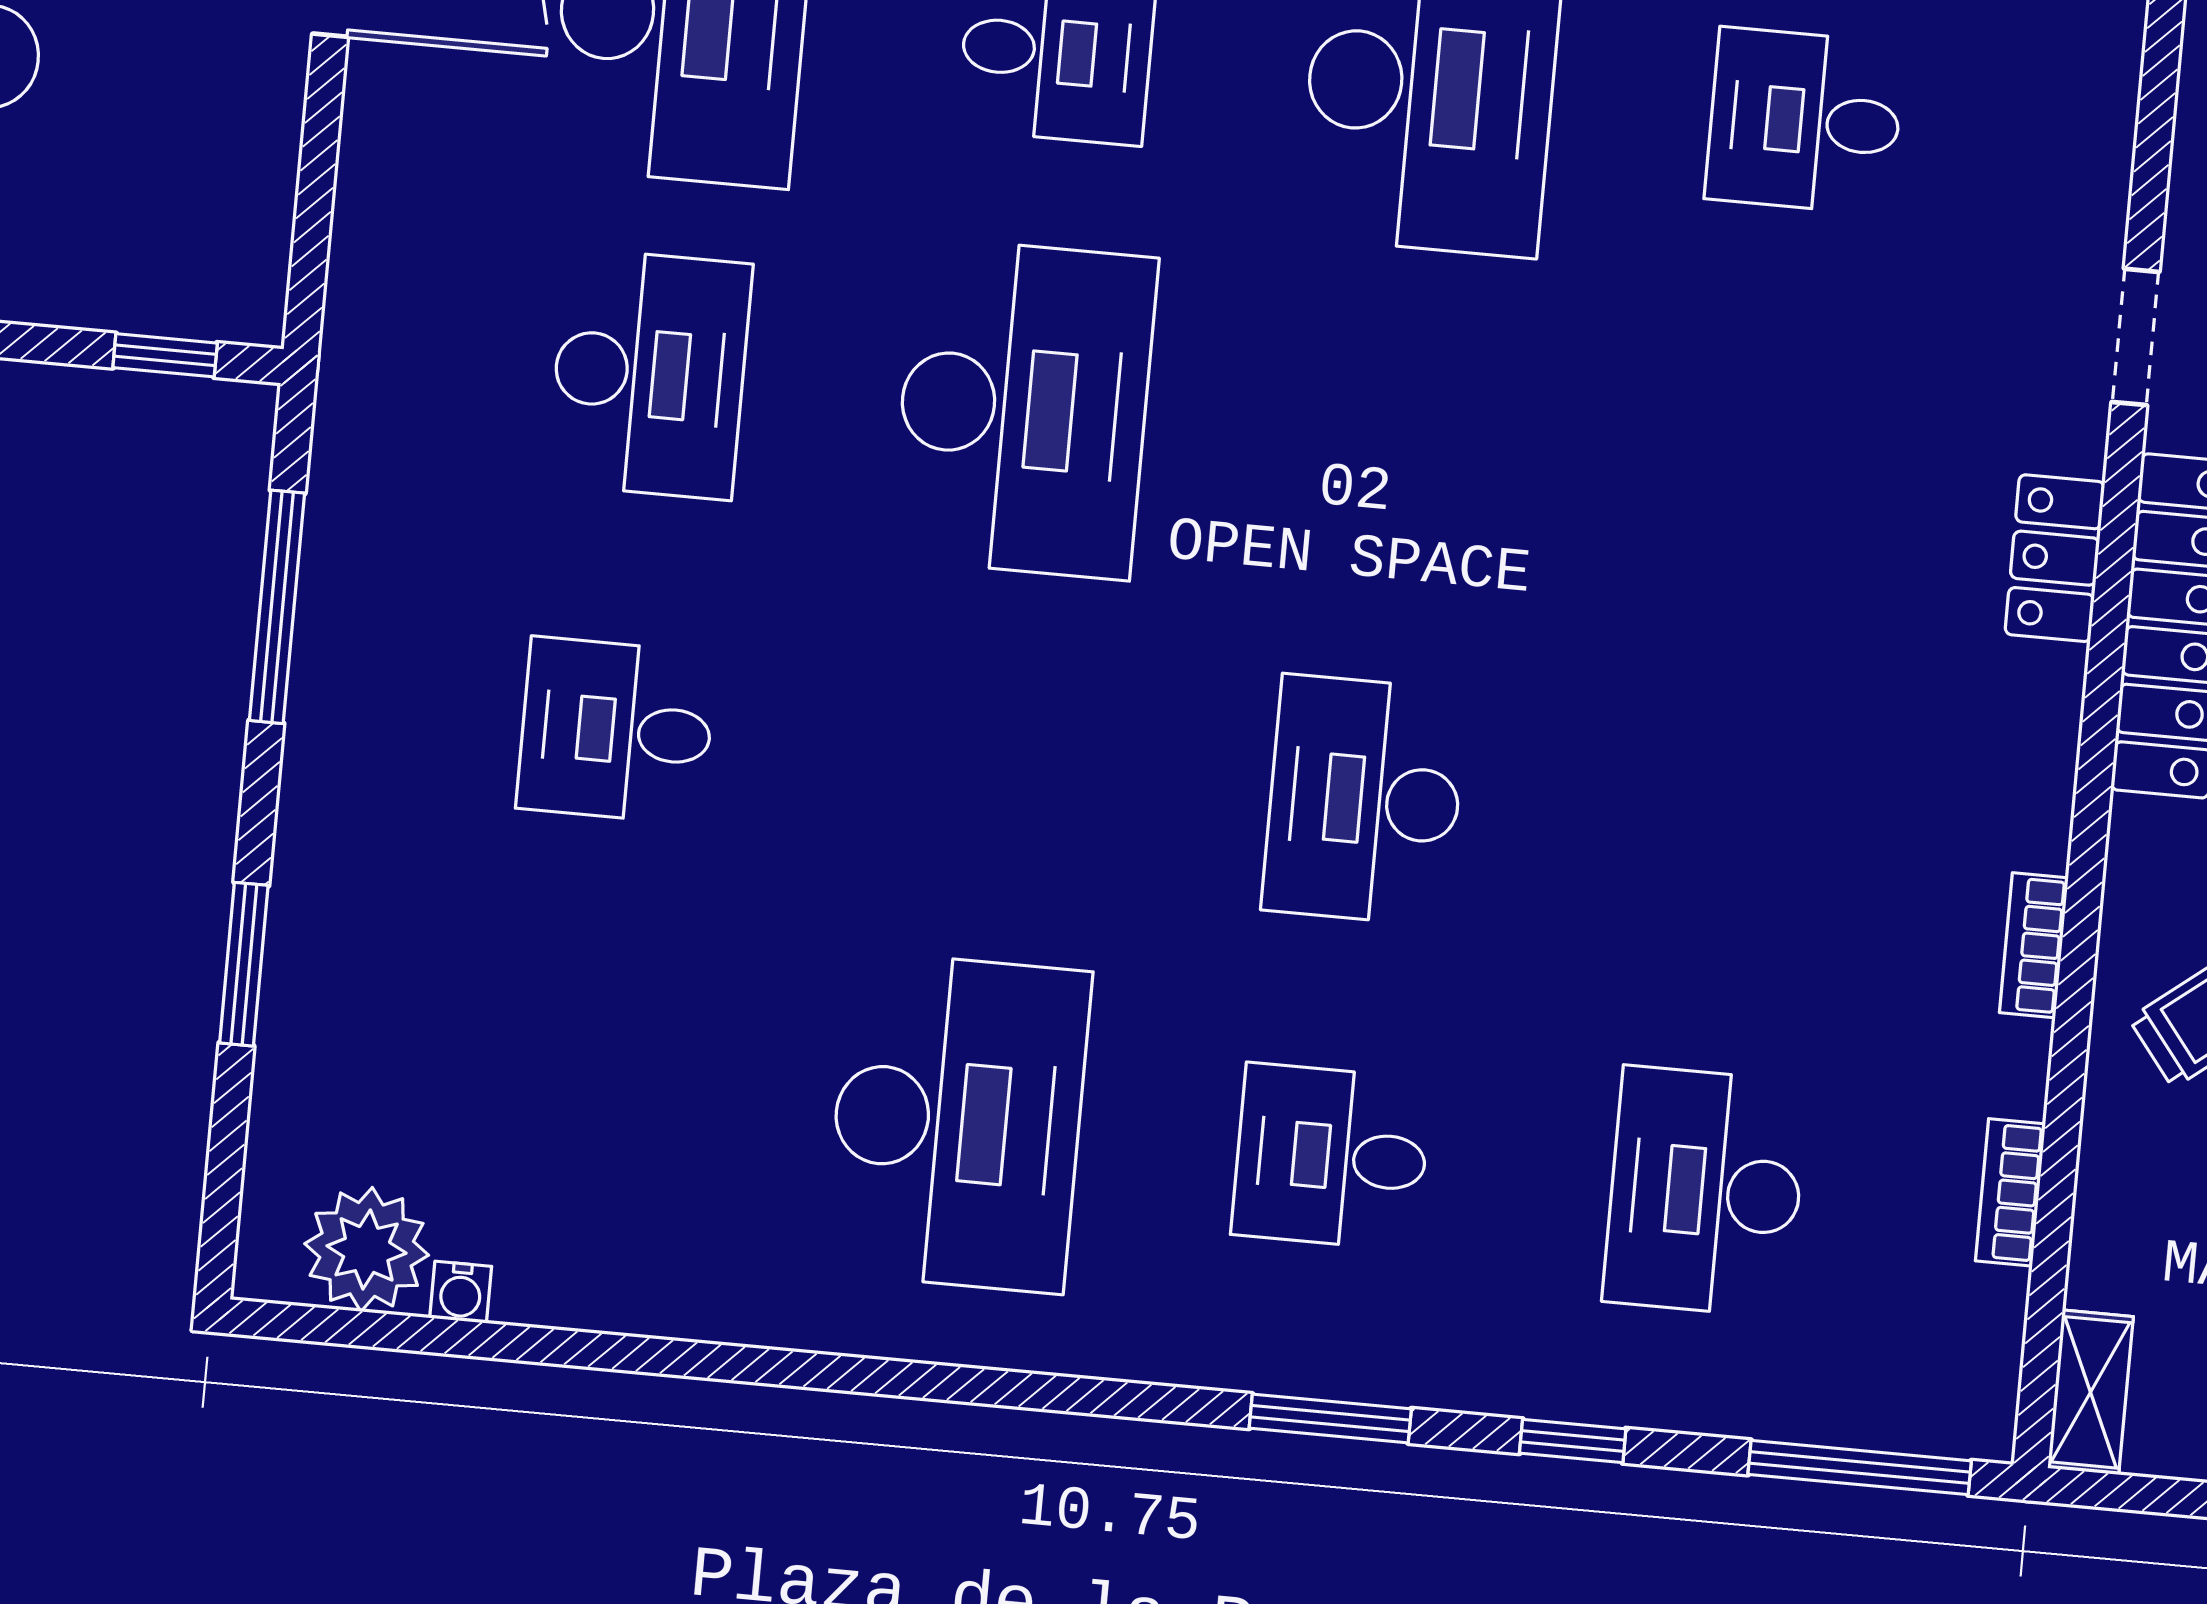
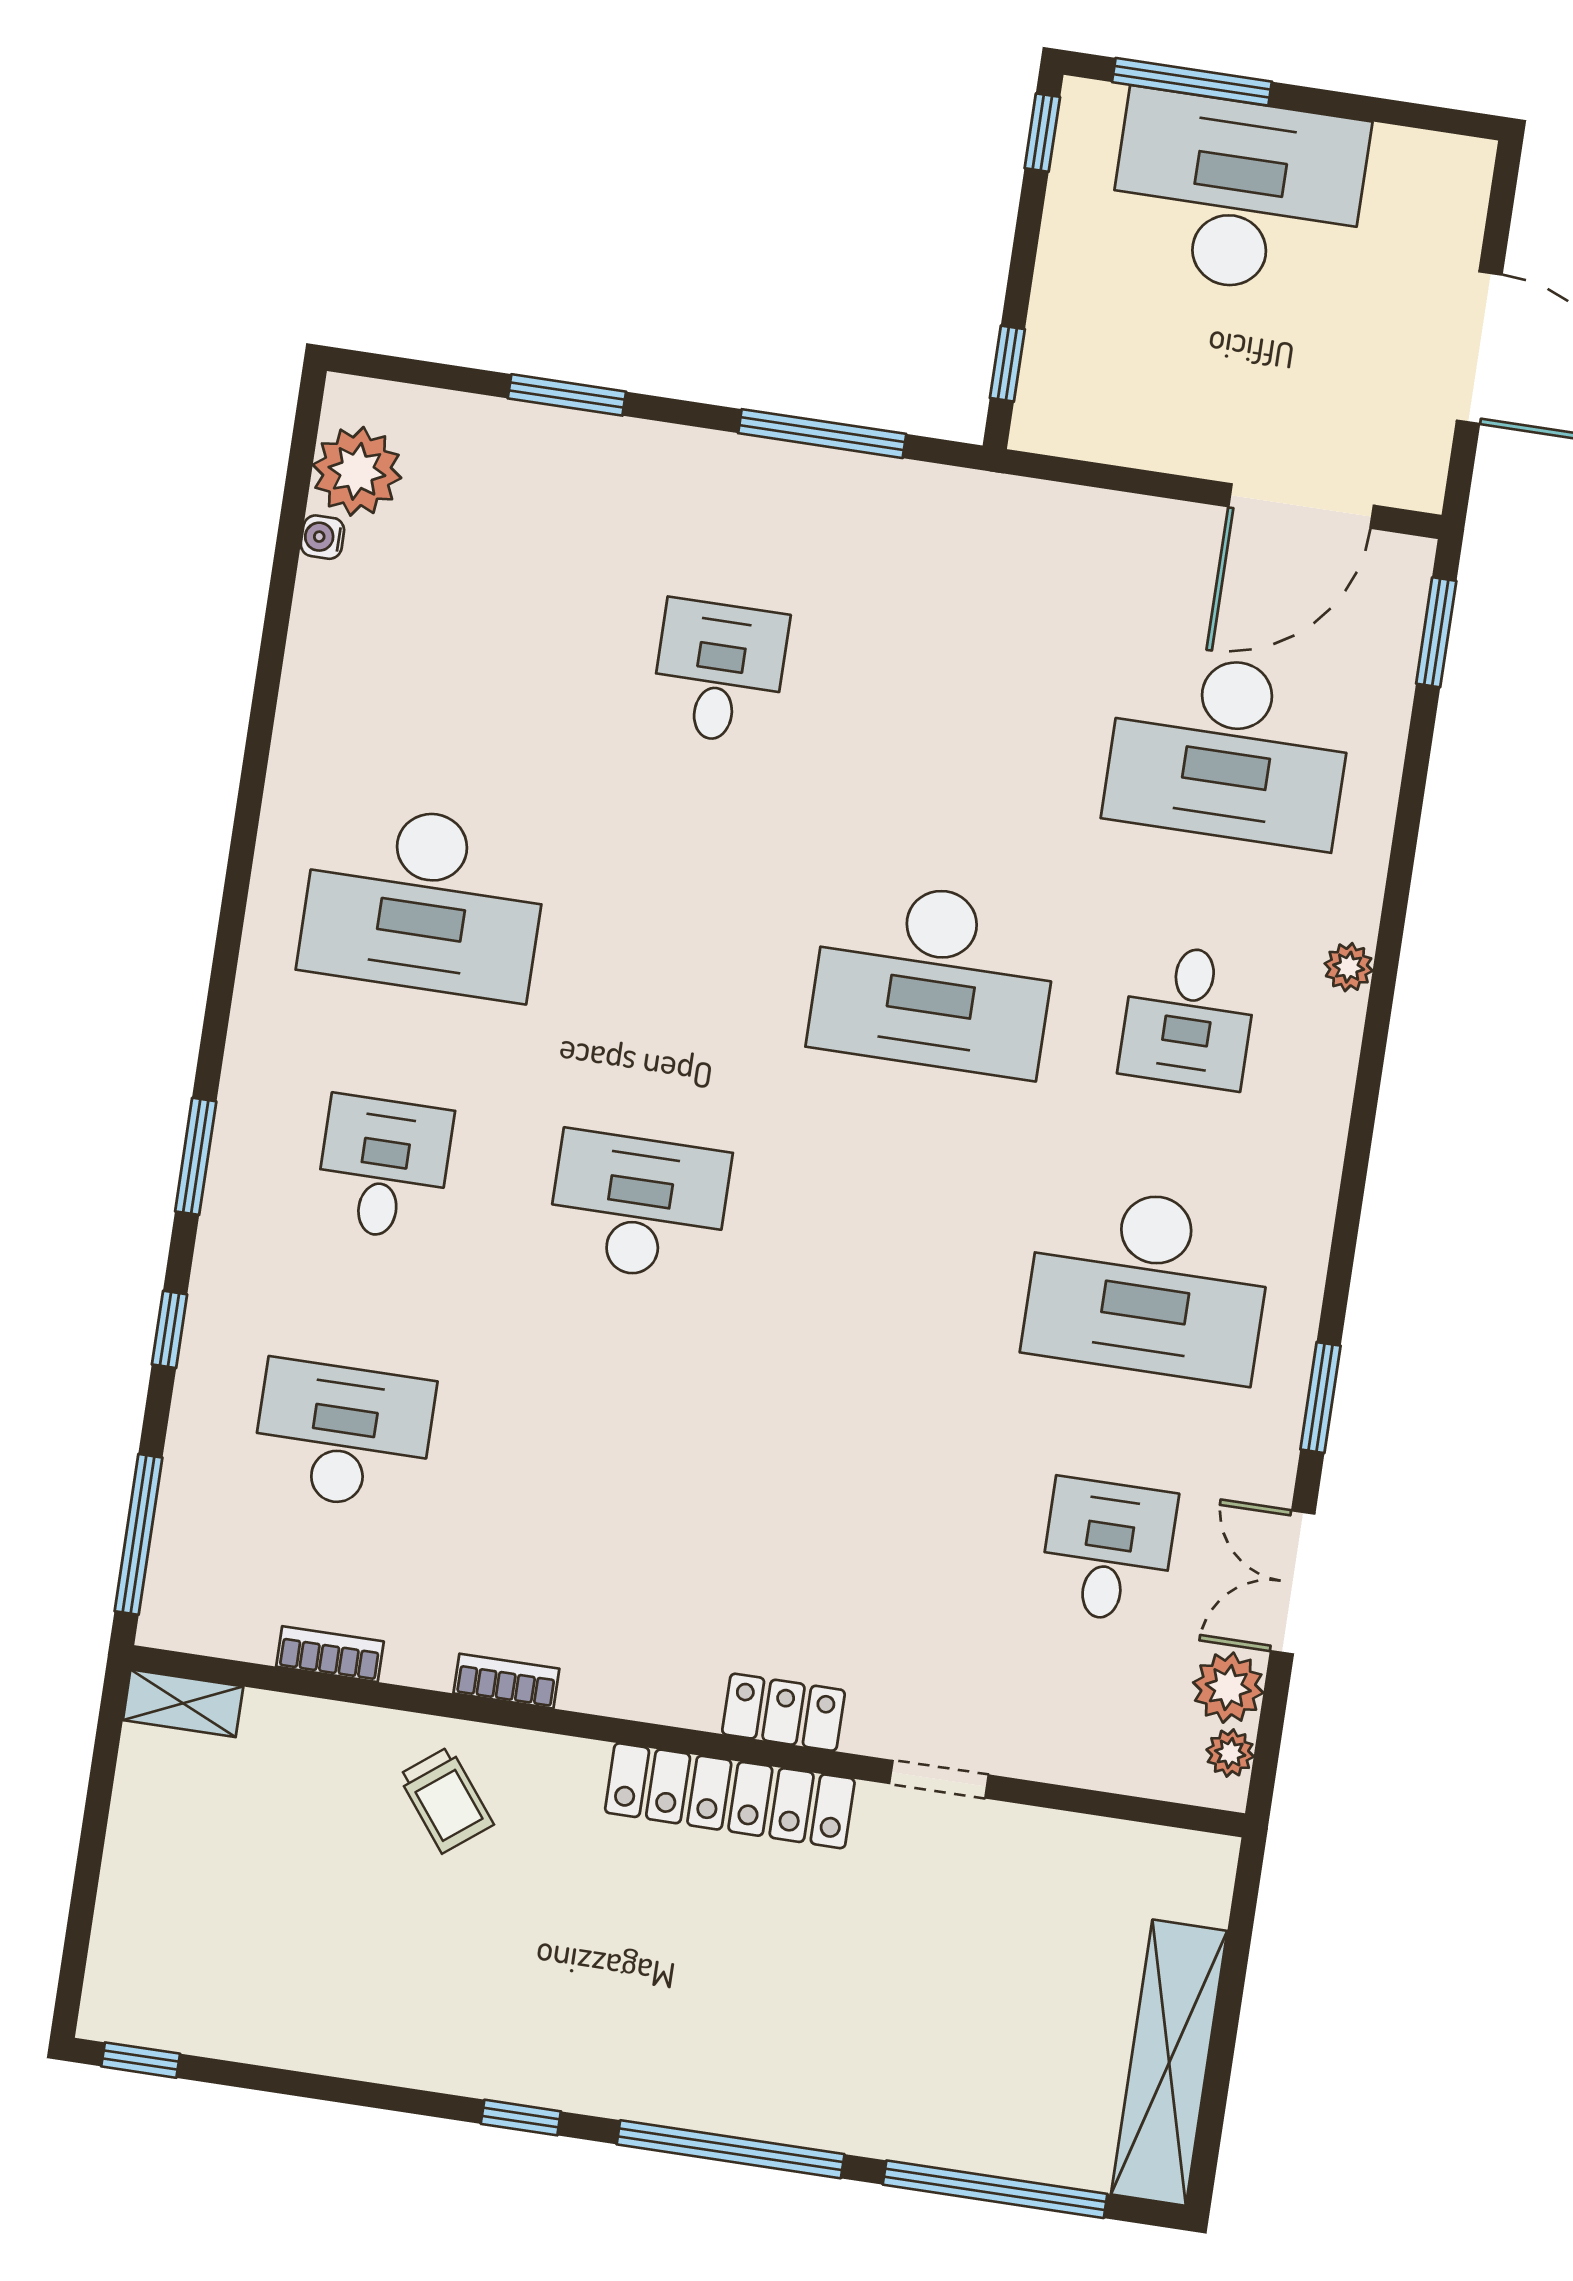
desk: (649, 374) -> (974, 711), removed

